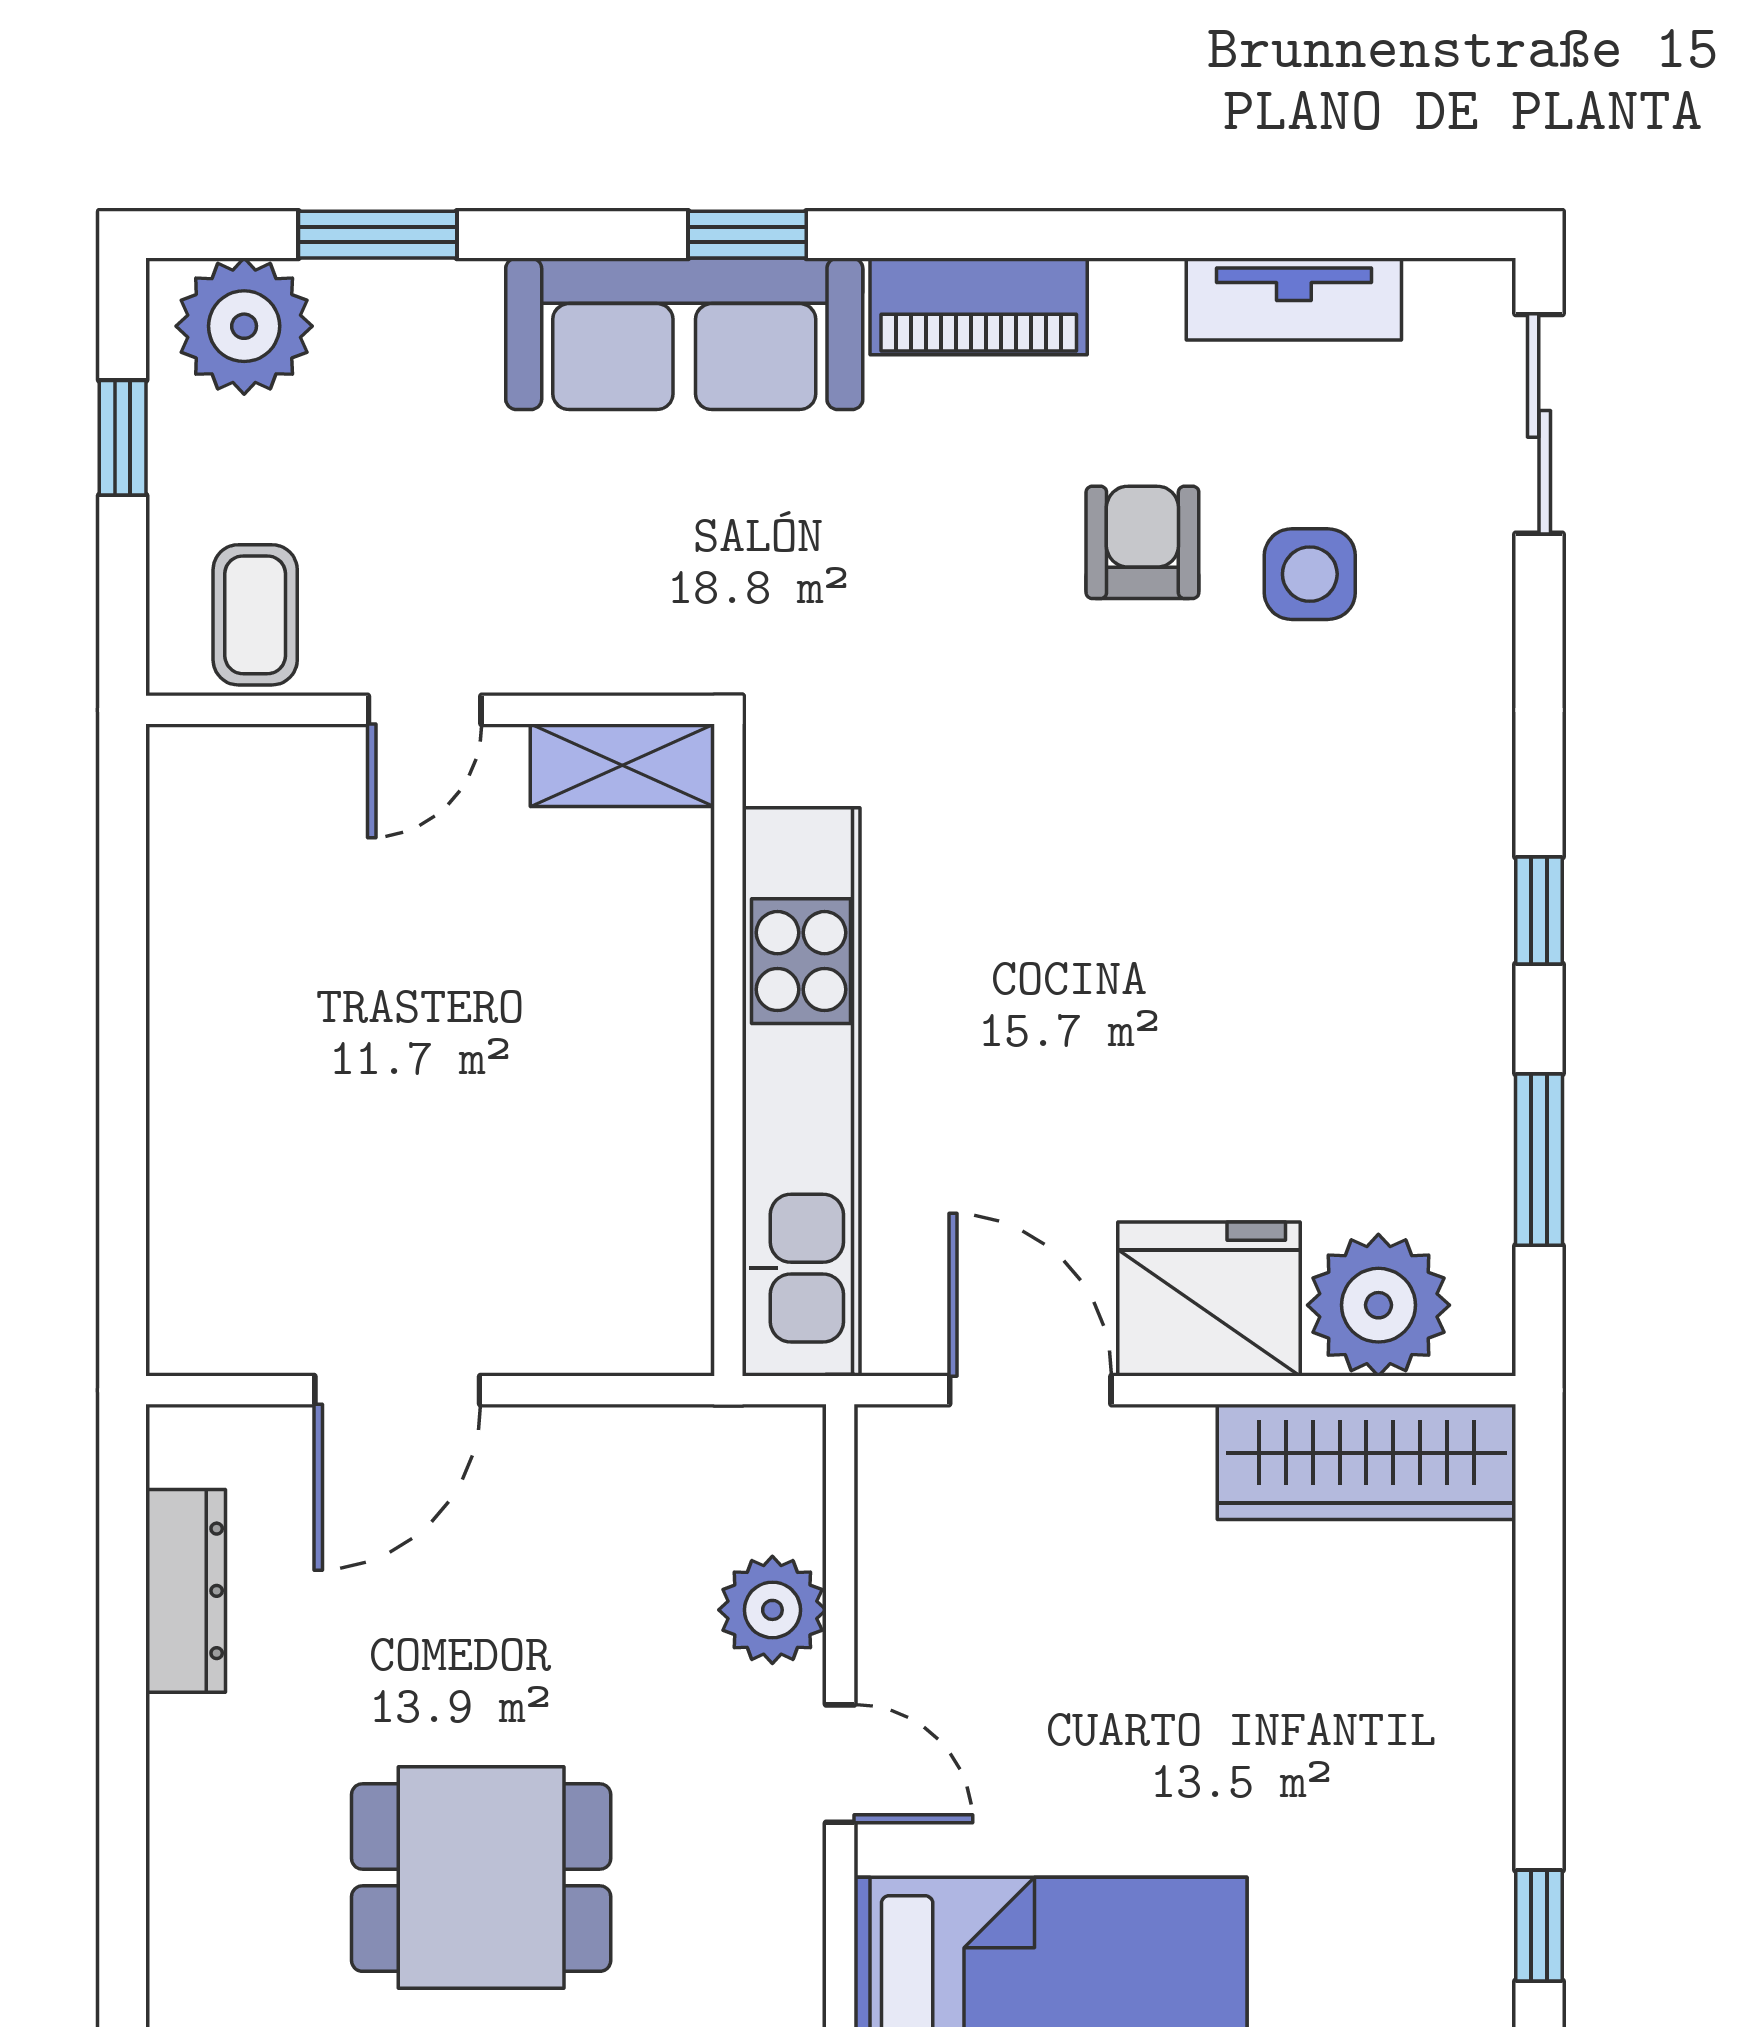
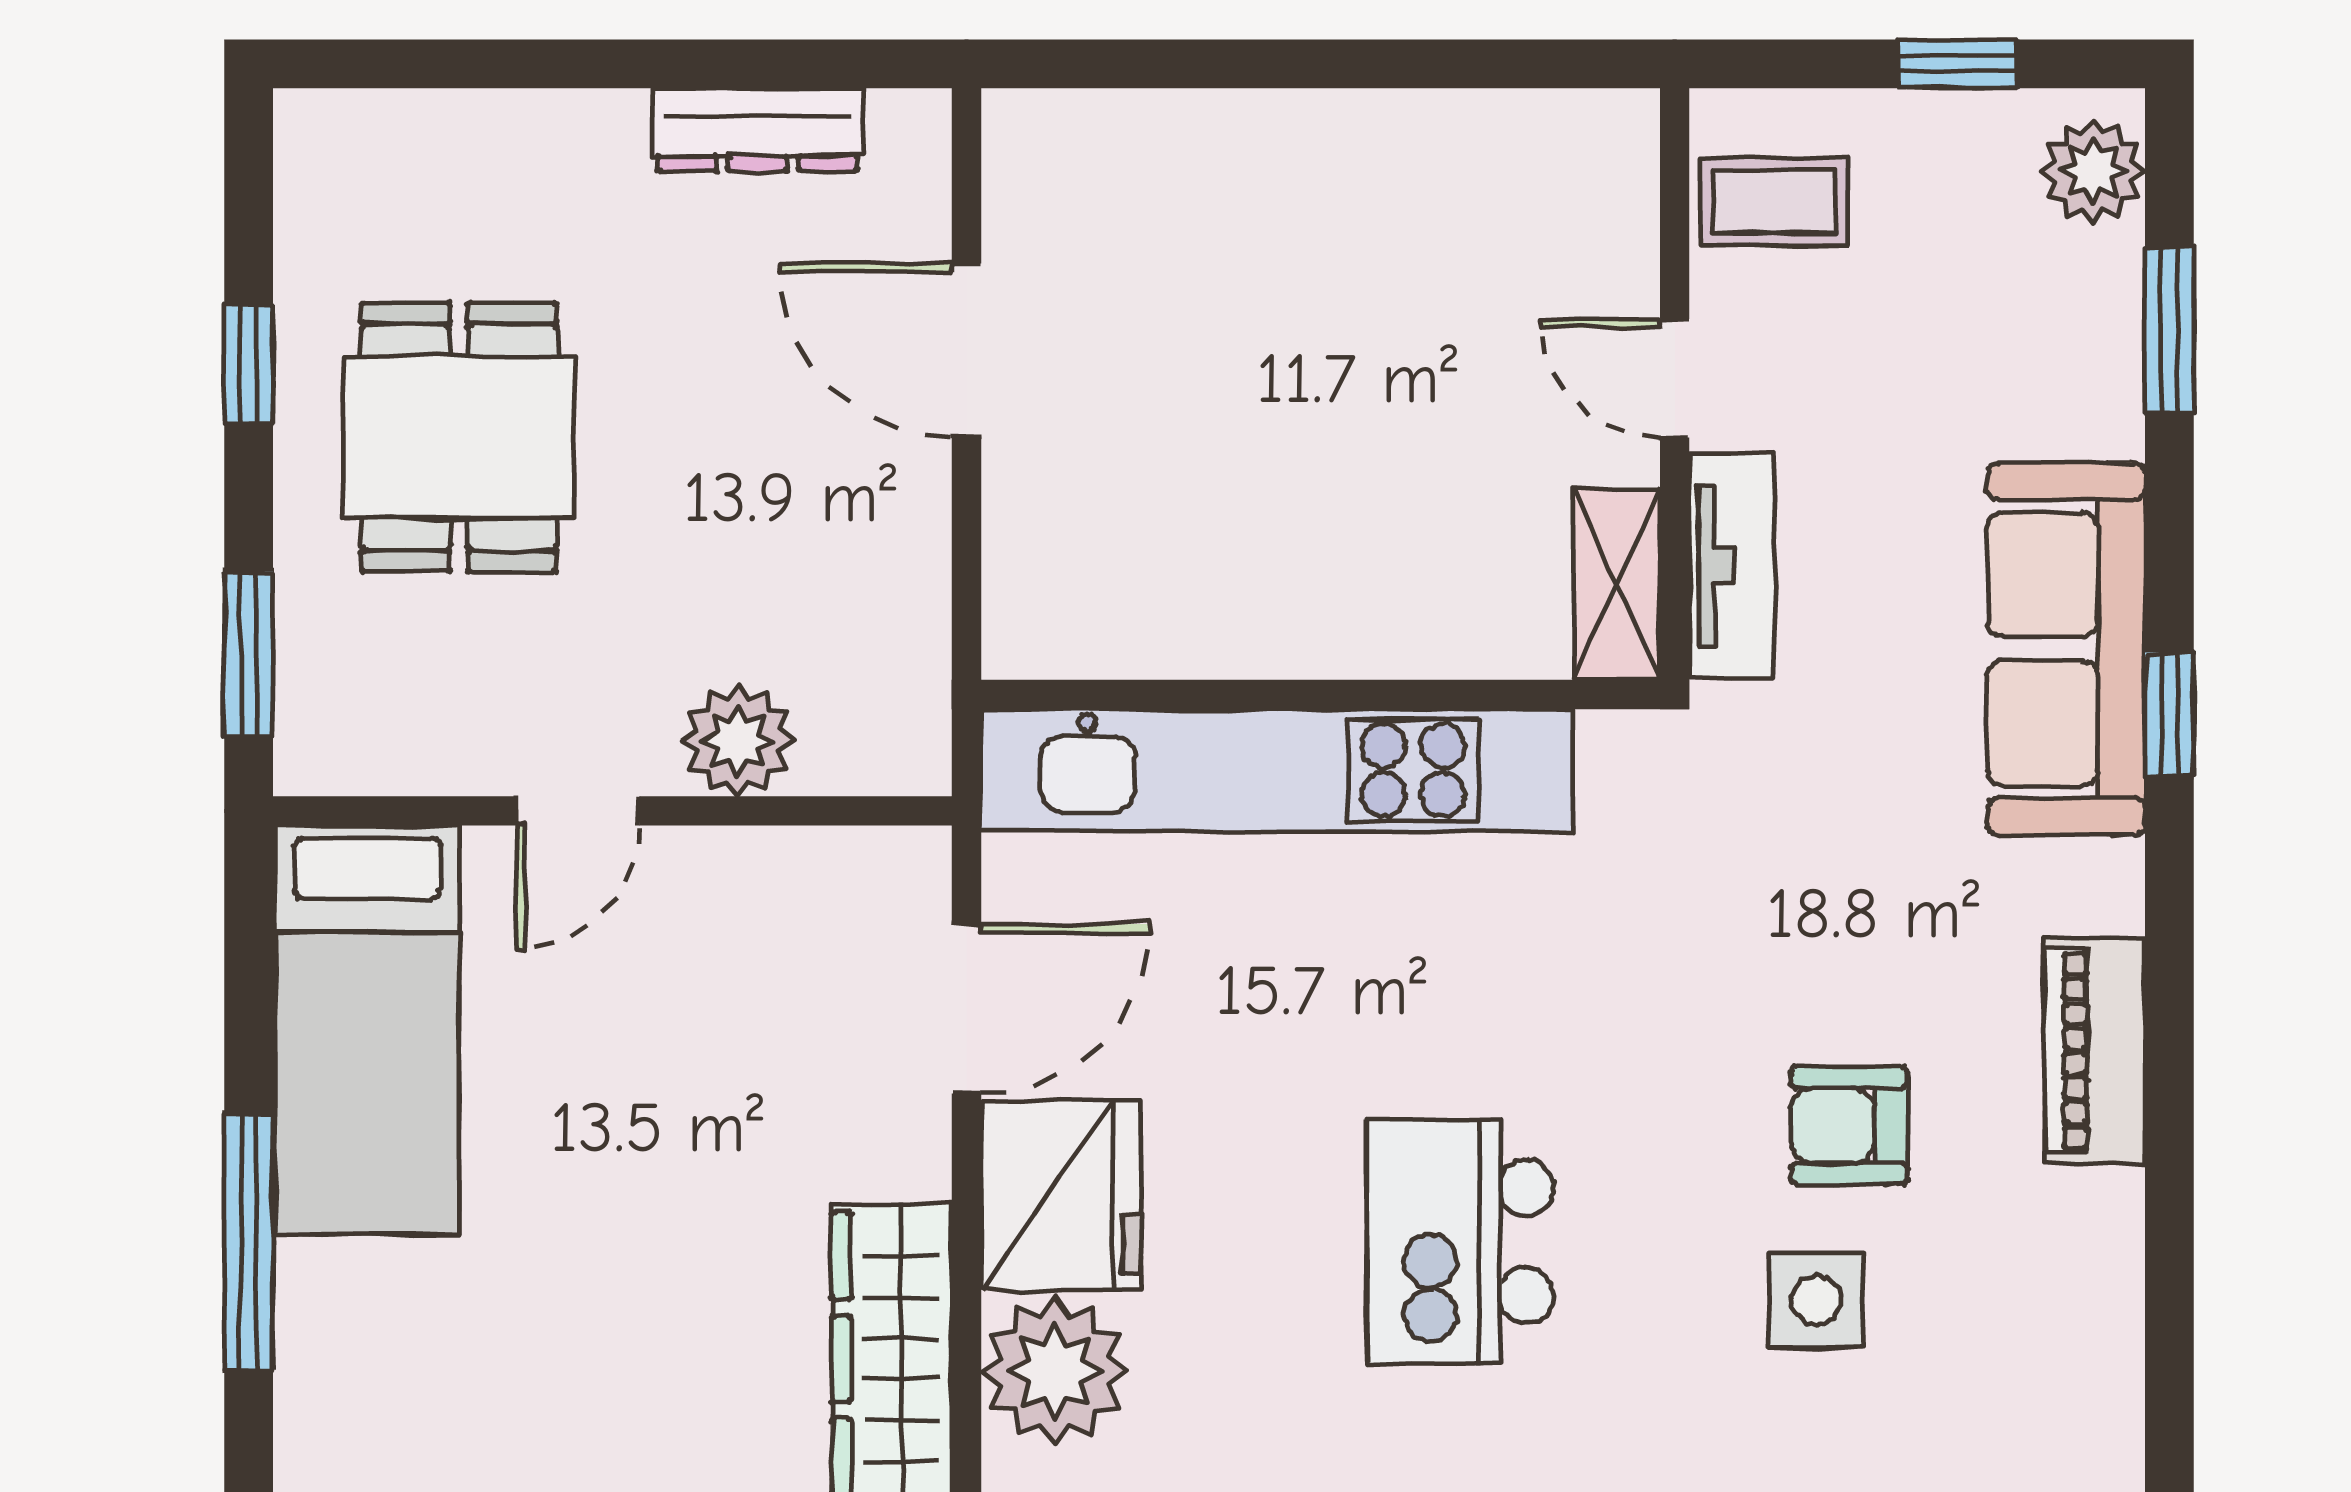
tv unit: (1294, 299) -> (1732, 565), moved, turned 180
piano: (979, 306) -> (2095, 1051), moved
plant: (244, 326) -> (2093, 171), width x0.73, depth x0.73
armchair: (1142, 542) -> (1849, 1126), turned 180
kitchen island: (1254, 916) -> (1460, 1242), added

